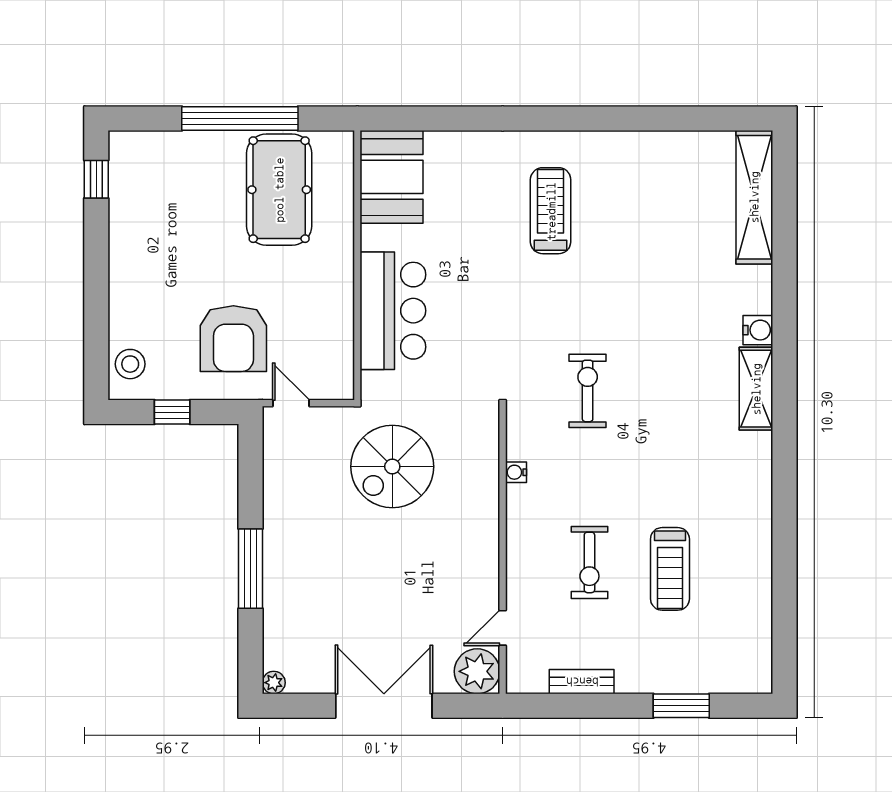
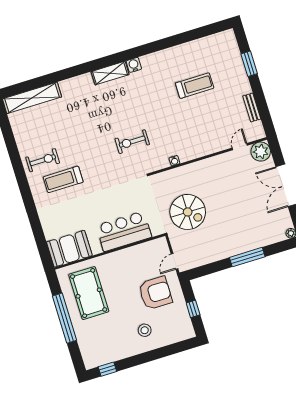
pool table: (279, 190) -> (89, 293), turned 90
water cooler: (758, 330) -> (134, 65), moved
stool: (130, 364) -> (145, 330), moved
exercise bike: (589, 562) -> (43, 160), moved
door: (503, 628) -> (240, 147), swing flipped

